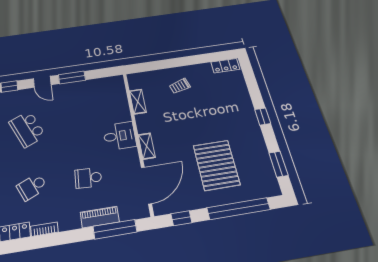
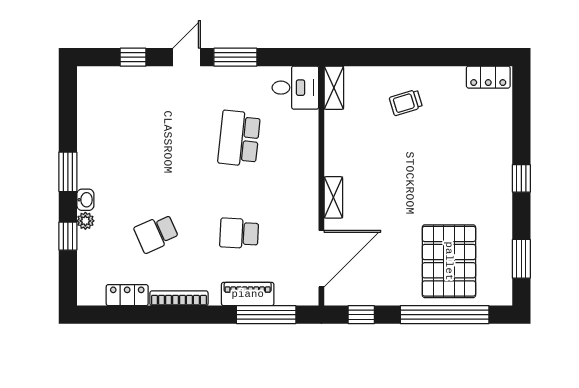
door: (42, 82) -> (187, 57), swing flipped
shelving: (138, 102) -> (334, 88), moved
school desk: (27, 129) -> (239, 138), moved, turned 30
desk: (119, 136) -> (295, 88), moved
pallet: (216, 165) -> (449, 261), moved
bookcase: (44, 229) -> (179, 298), width x1.56

